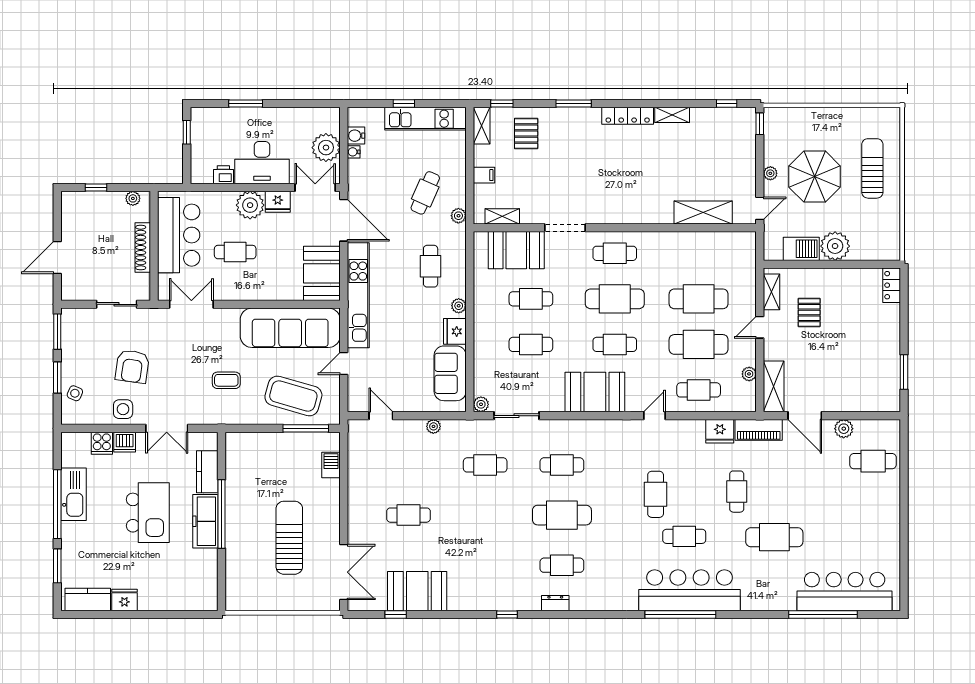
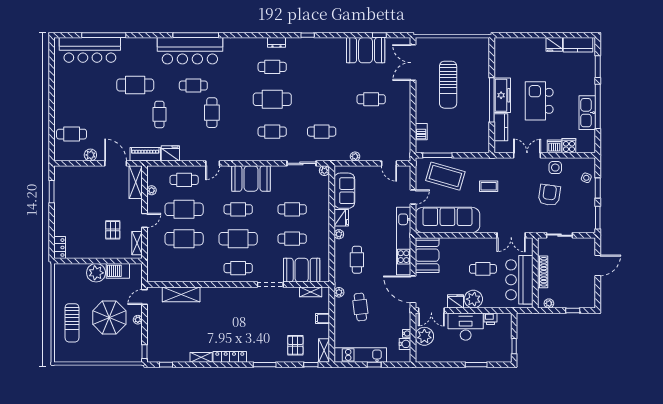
cafe table: (425, 193) -> (360, 307), turned -31

